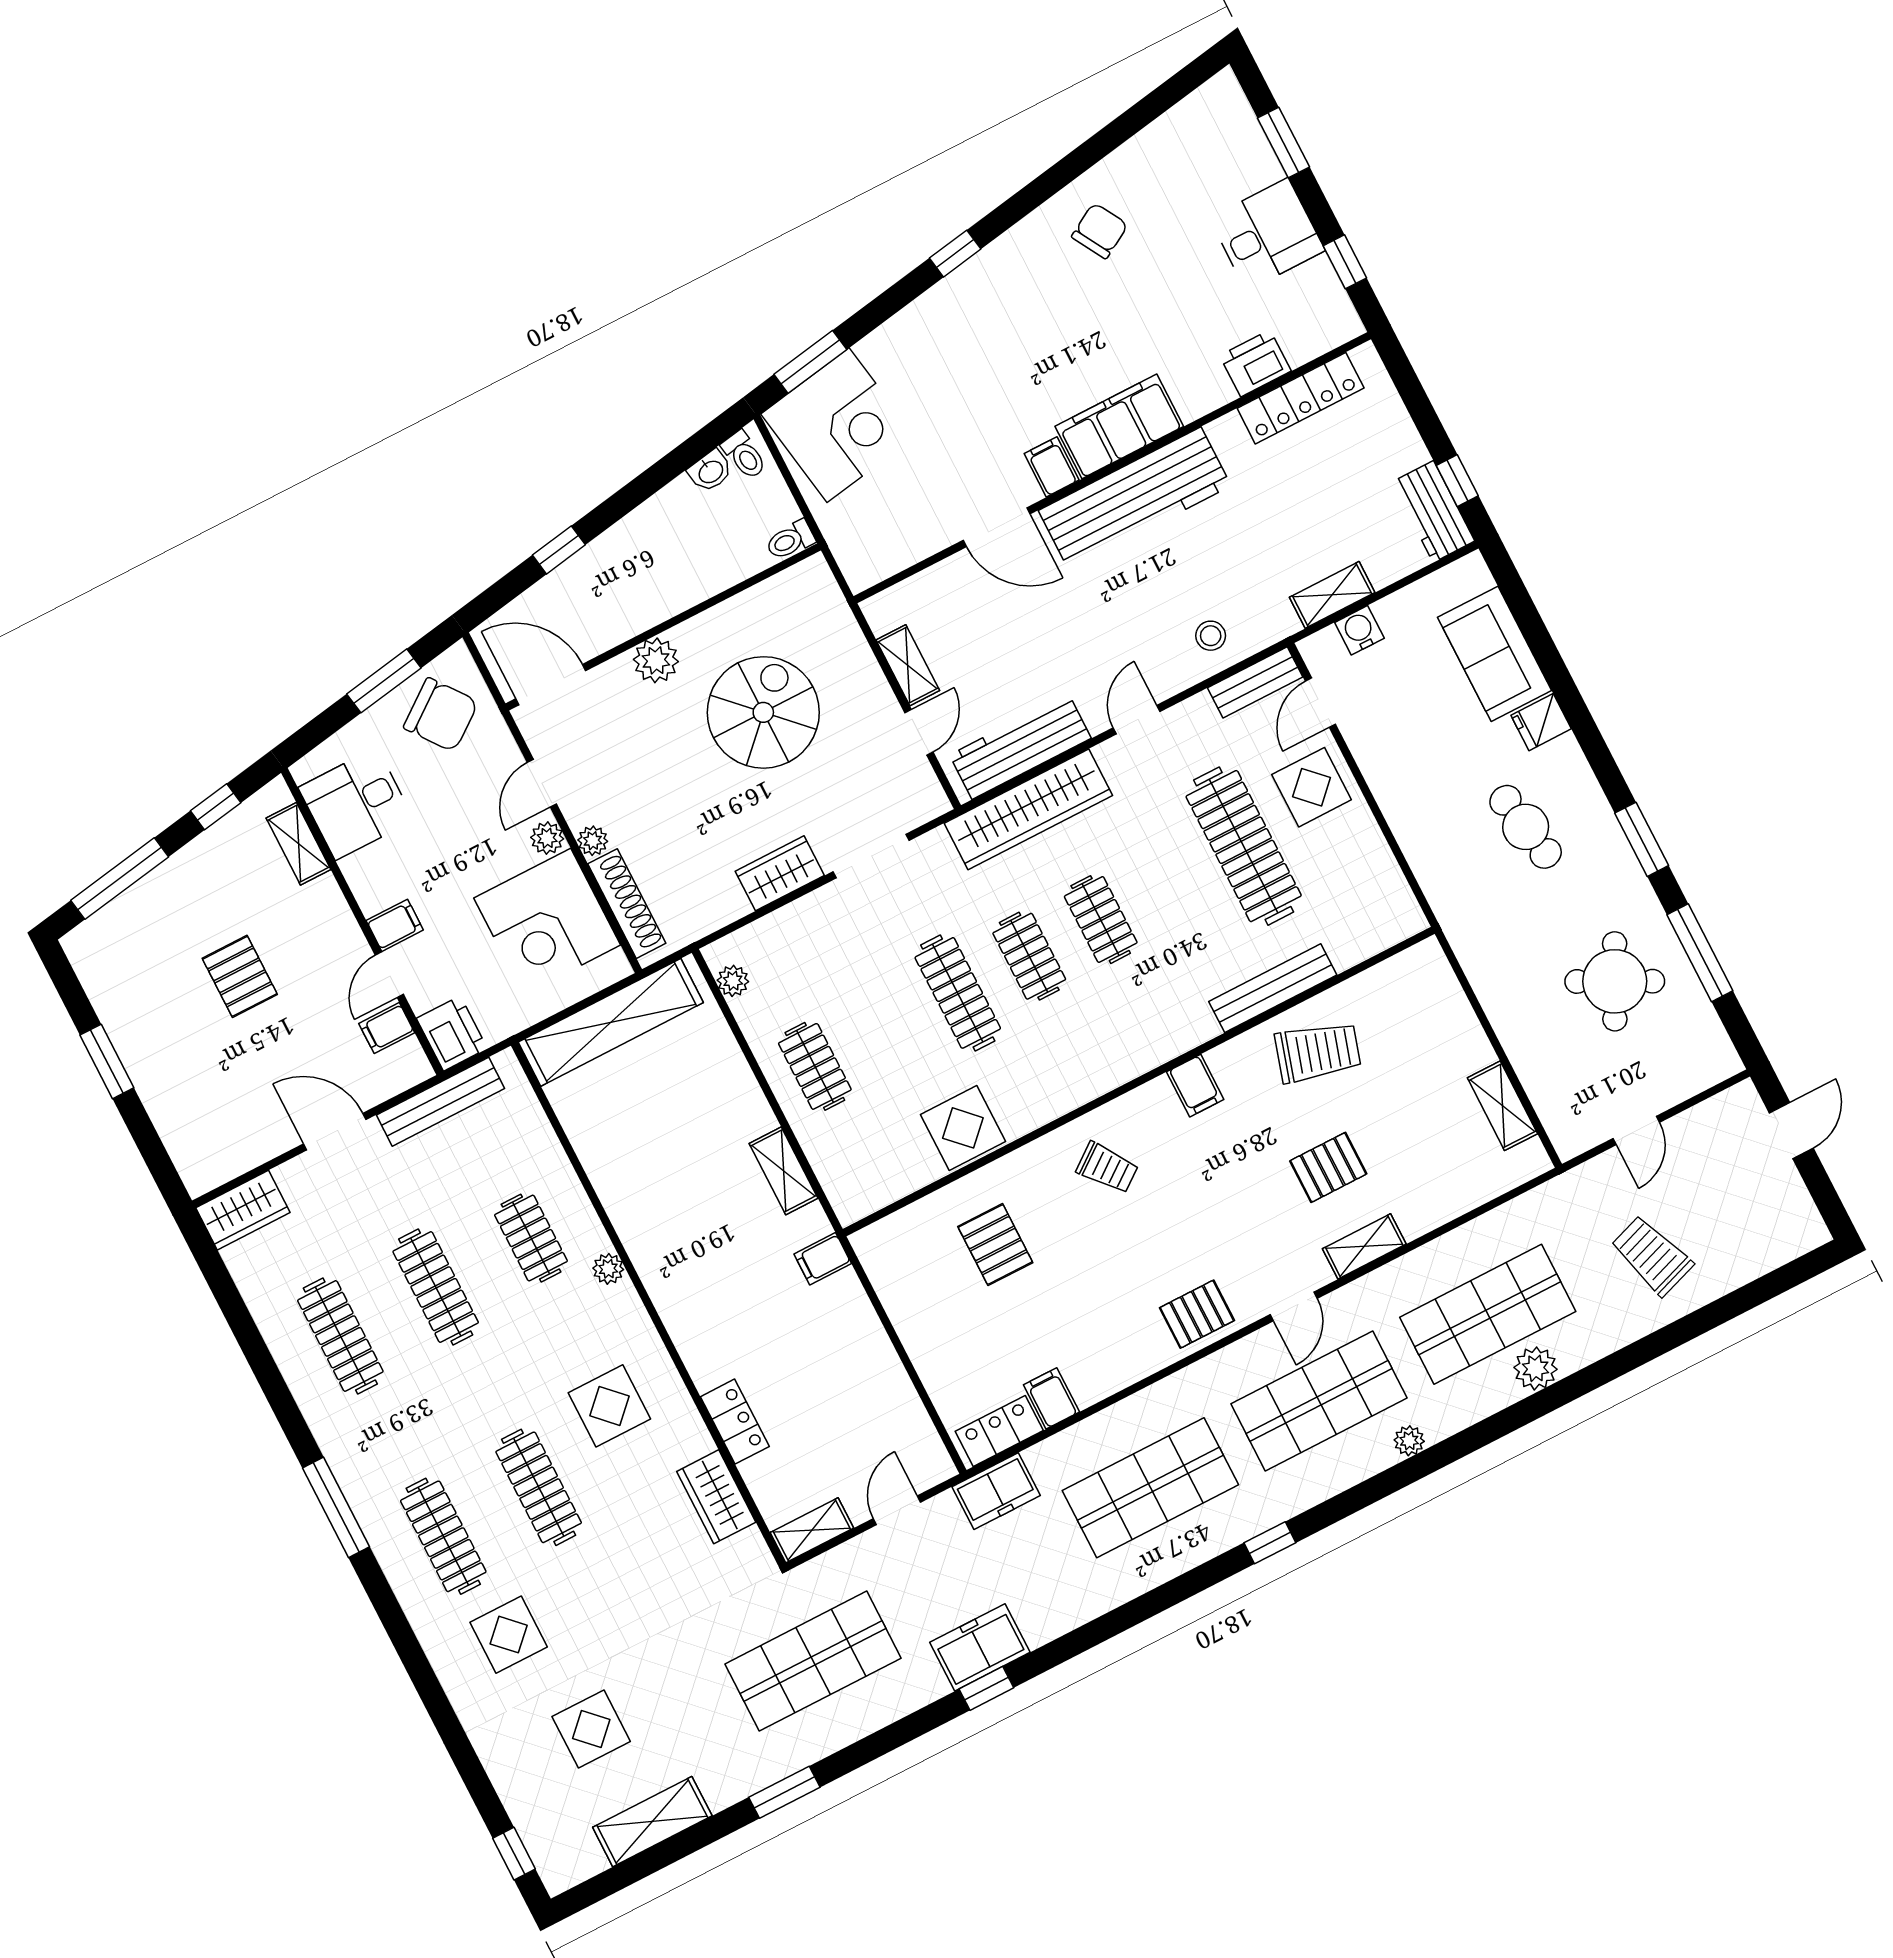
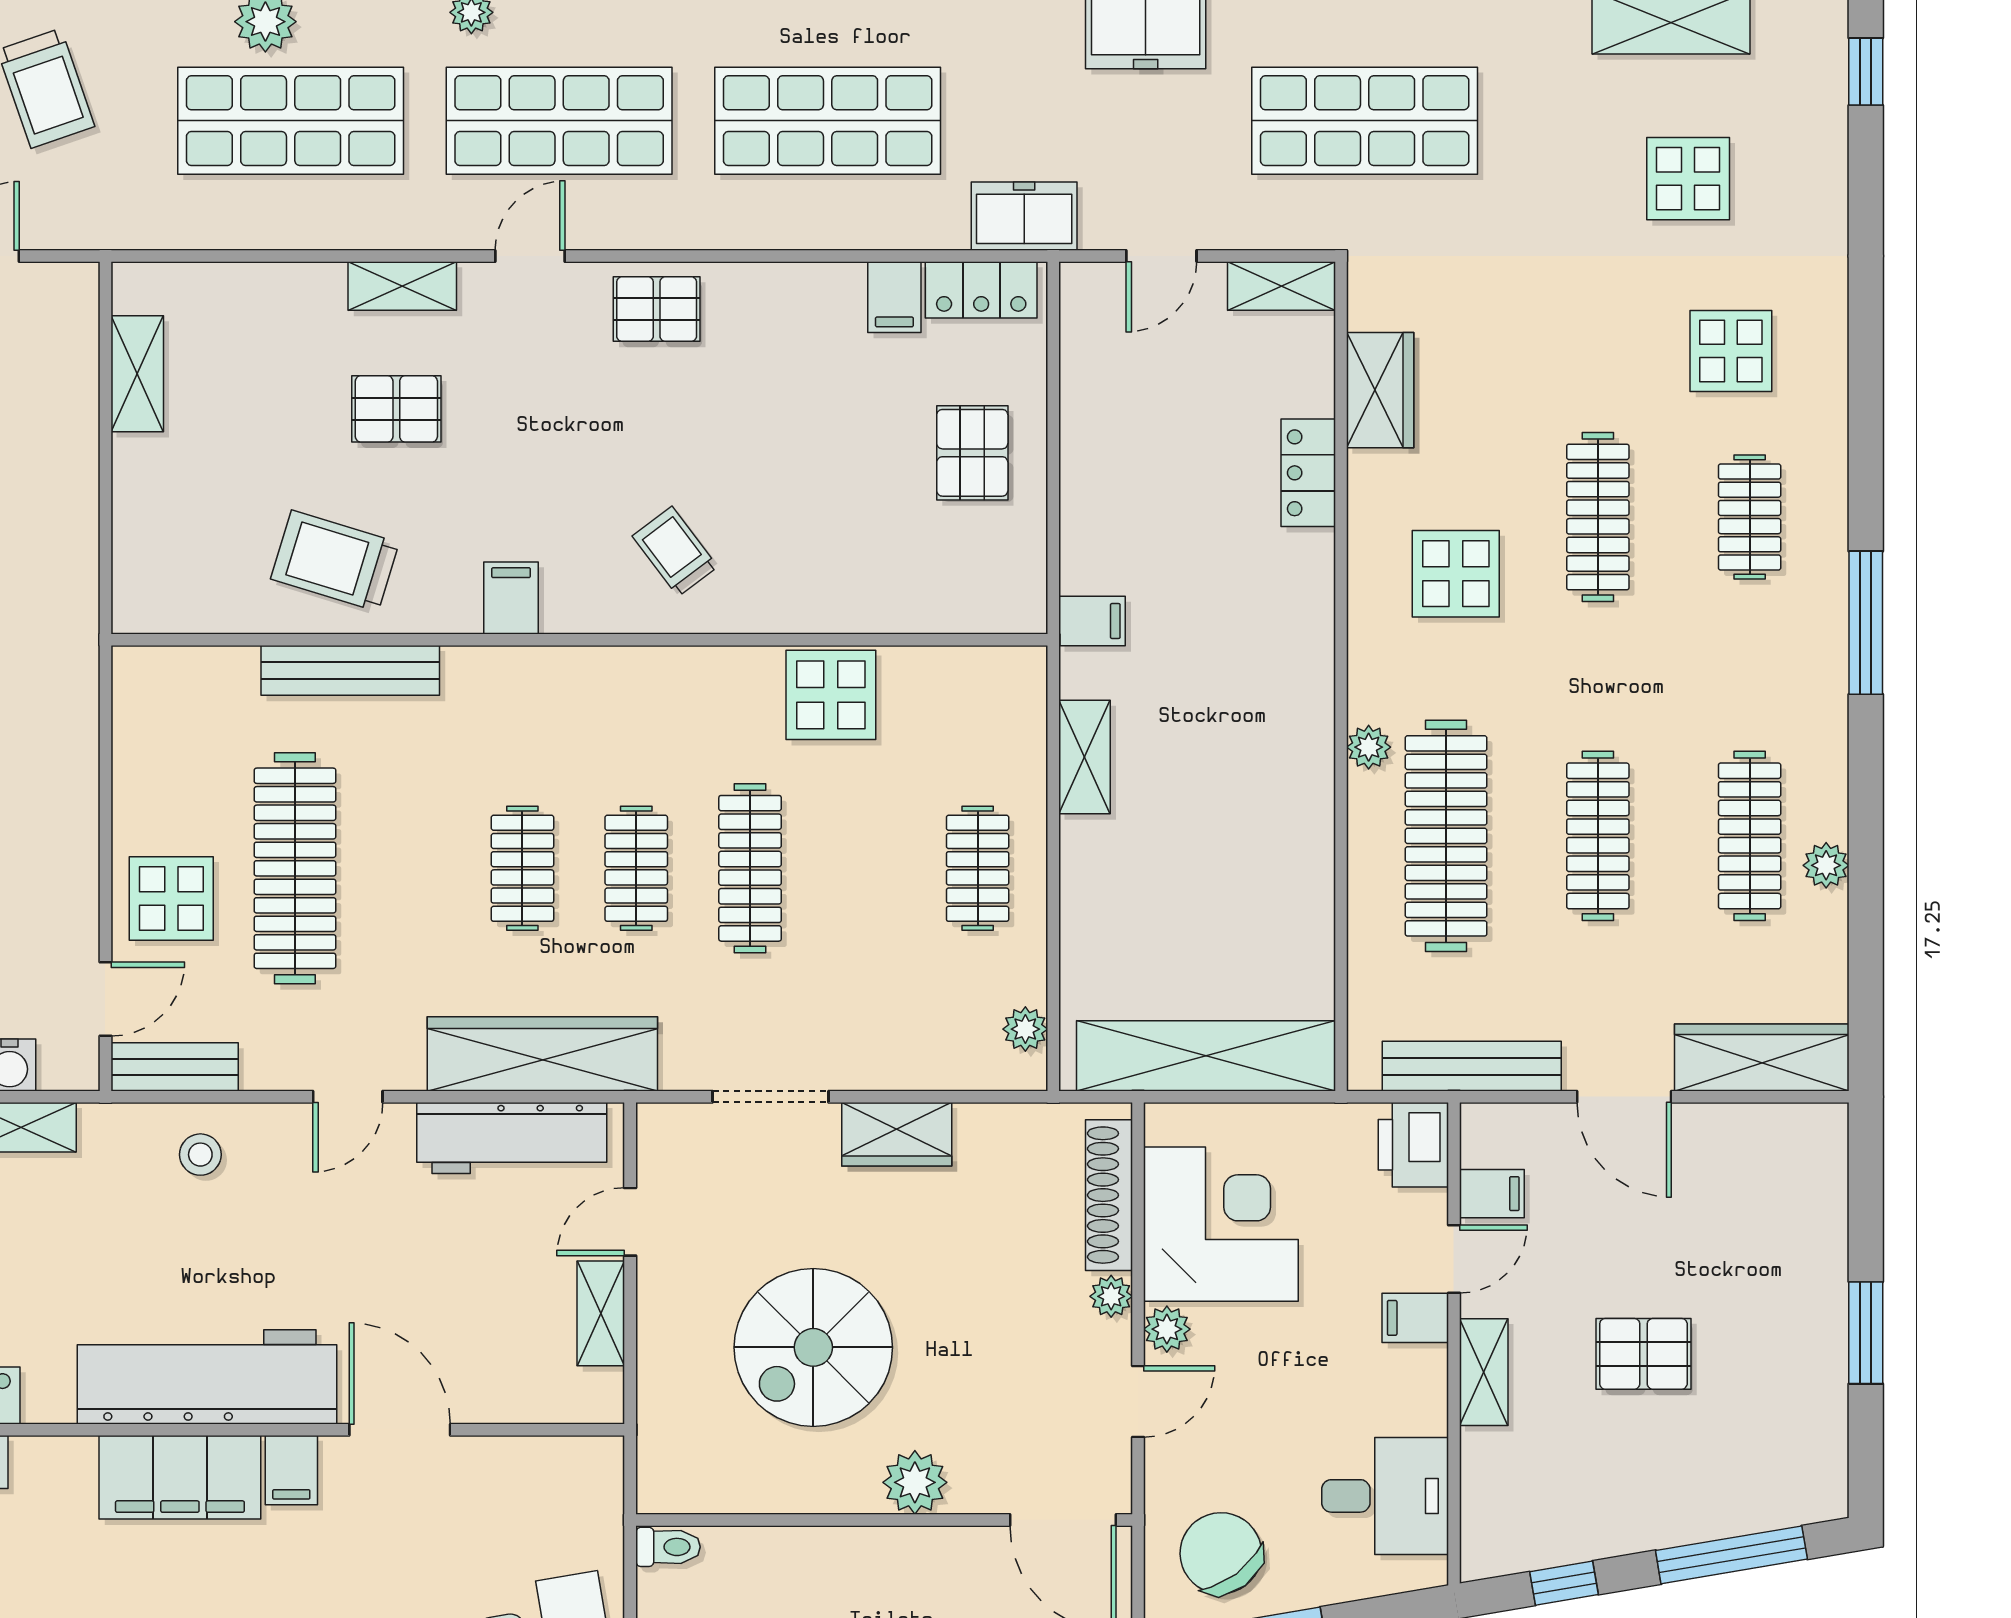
shelving: (298, 844) -> (1484, 1372), moved
pallet: (240, 976) -> (1643, 1354), turned 90
wardrobe: (243, 1210) -> (1762, 1057), width x1.50
clothes rail: (531, 1238) -> (1446, 836), width x1.86, depth x1.31
pallet: (995, 1245) -> (972, 453), moved
plant: (283, 1342) -> (1826, 865), added
clothes rail: (443, 1536) -> (1750, 517), width x0.73

